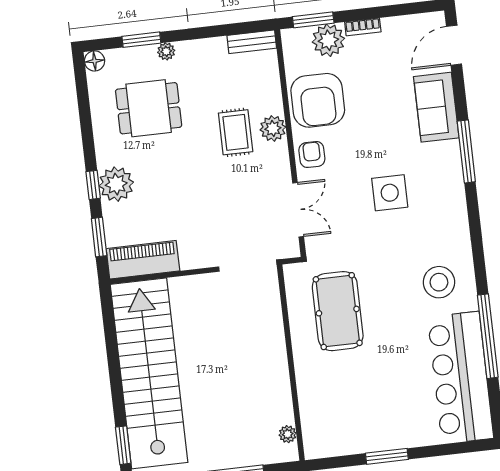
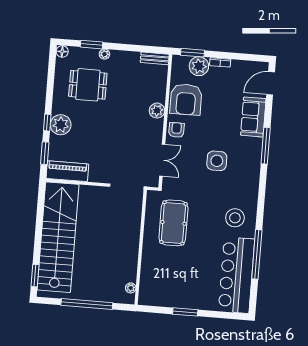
rug: (236, 132) -> (135, 109), removed

